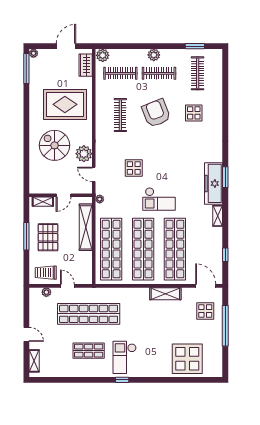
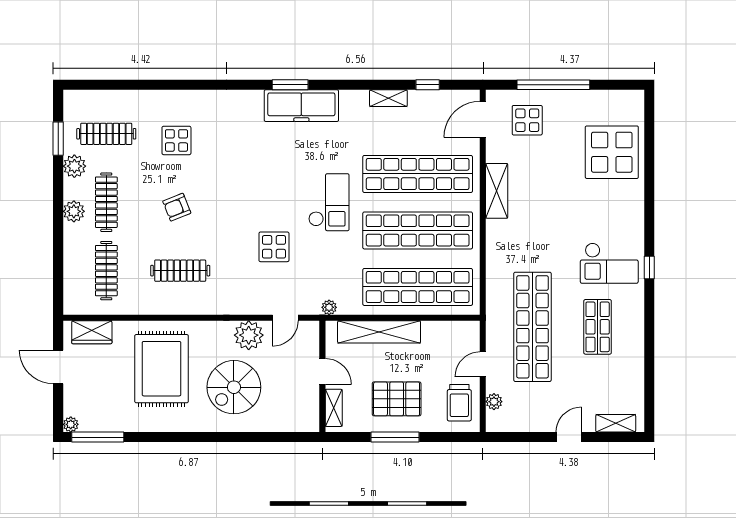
plant: (103, 55) -> (74, 166), moved
armchair: (156, 113) -> (177, 207), width x0.53, depth x0.53
shelving: (218, 216) -> (388, 98), moved

